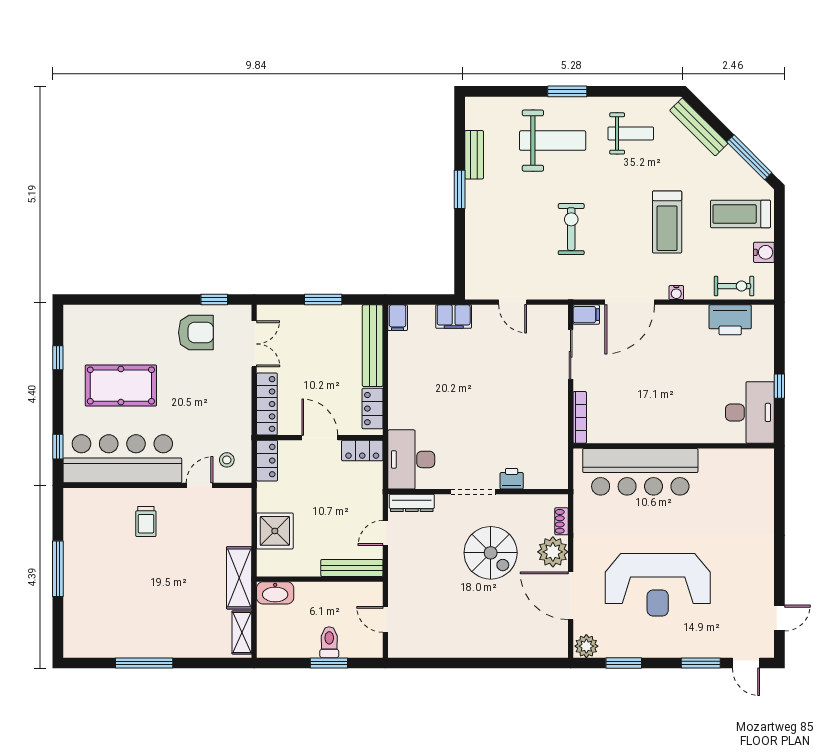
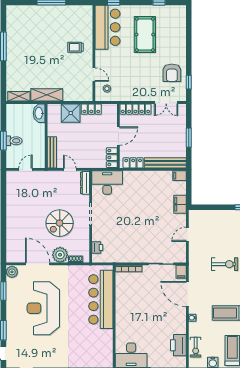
bar counter: (122, 459) -> (107, 27), width x0.73
locker: (267, 461) -> (91, 109), moved
printer: (512, 479) -> (97, 248), moved
door: (571, 596) -> (38, 264), hinge flipped

